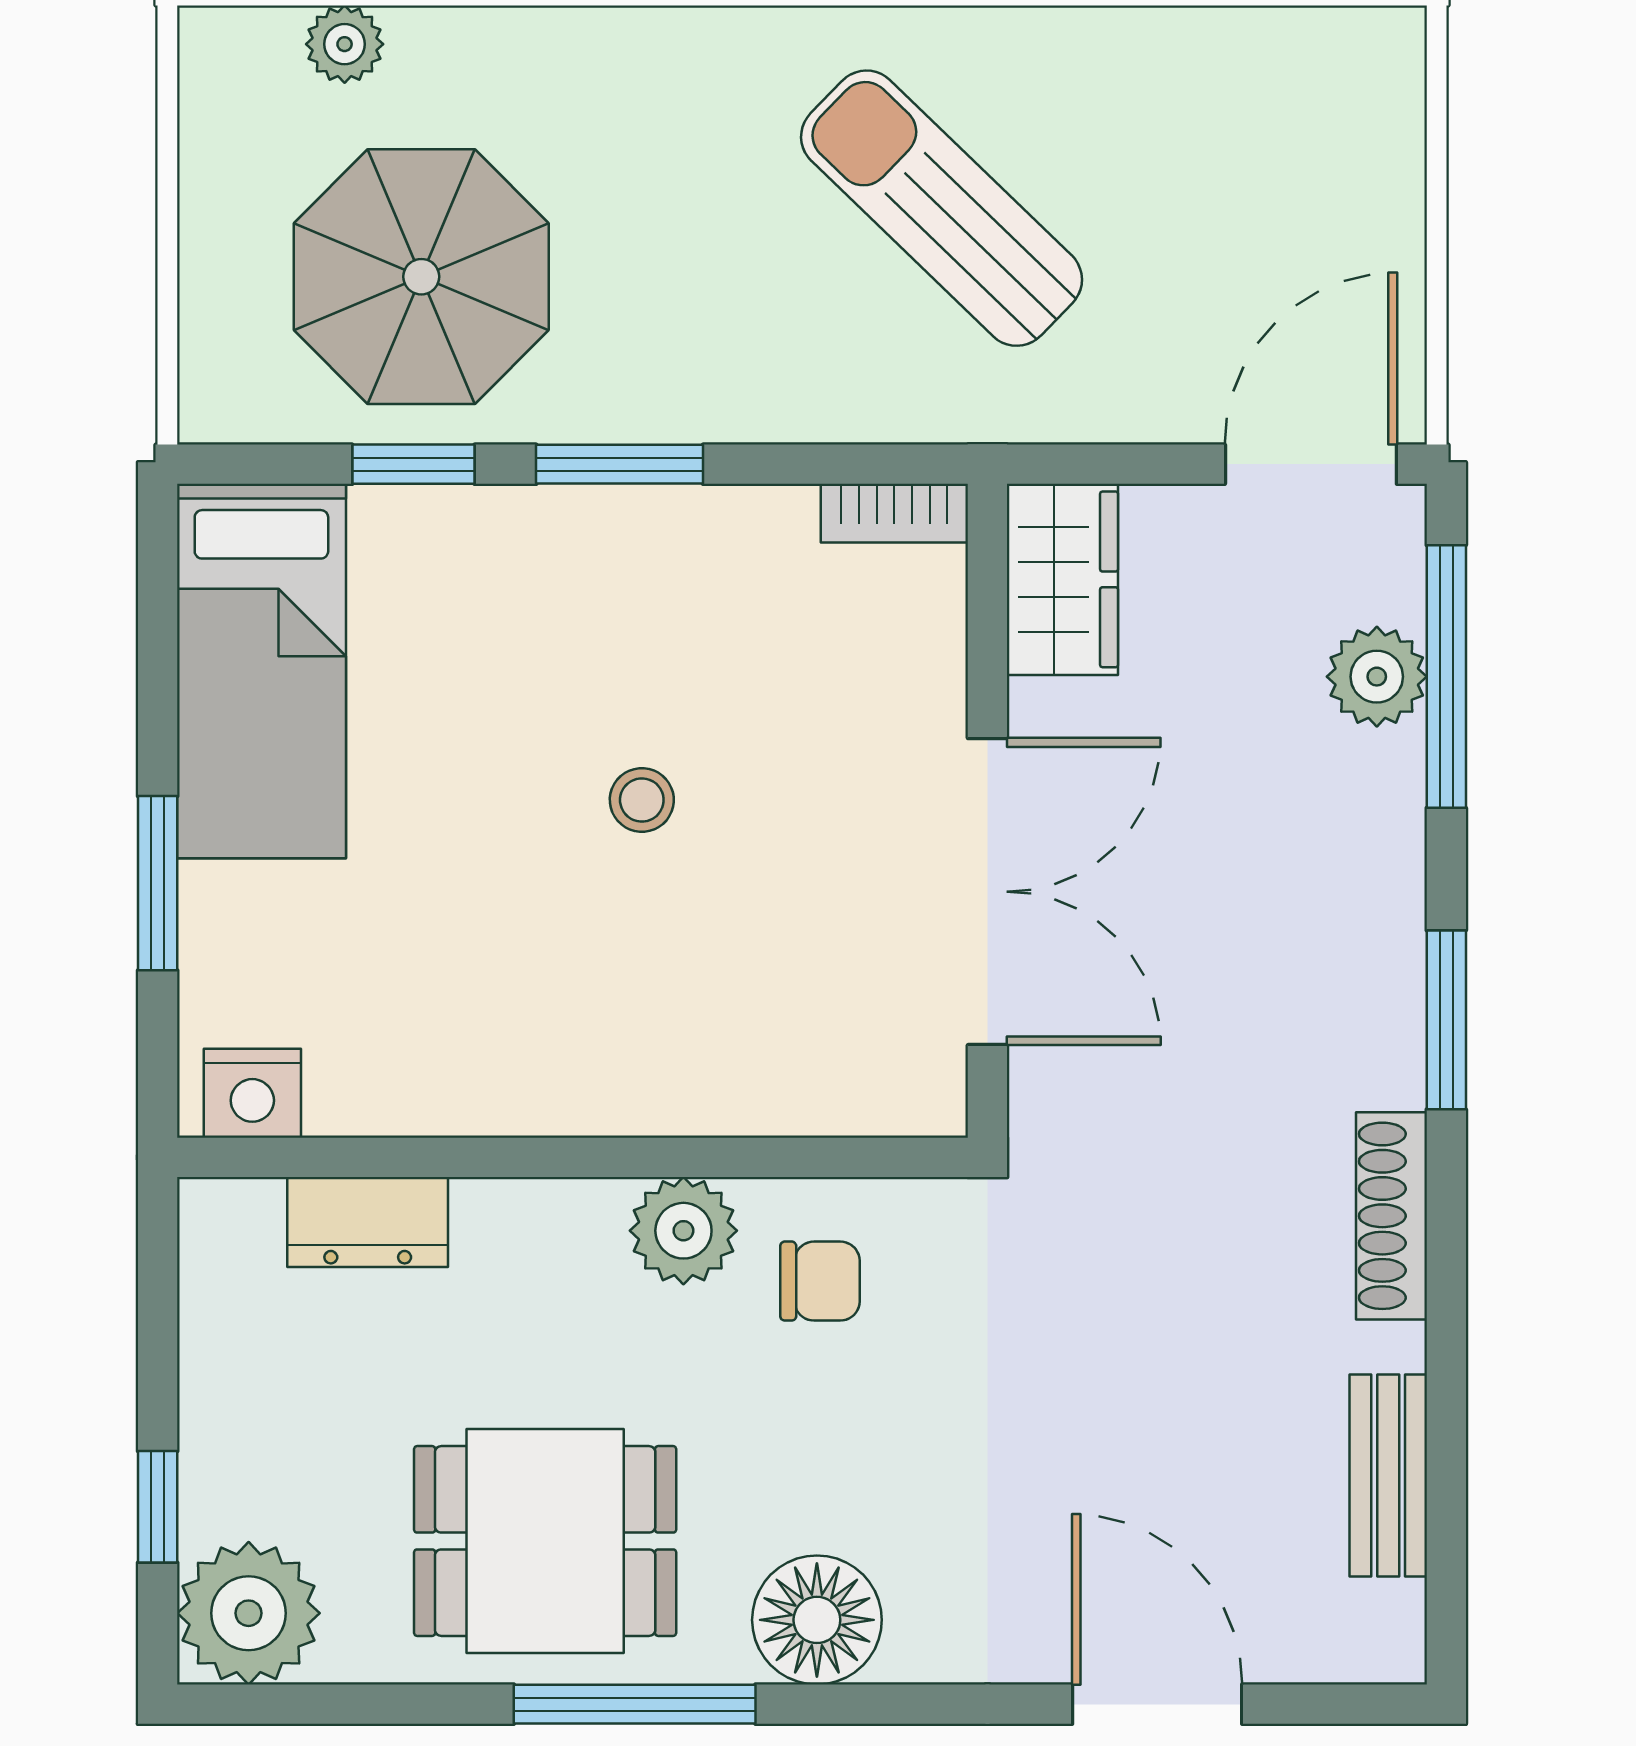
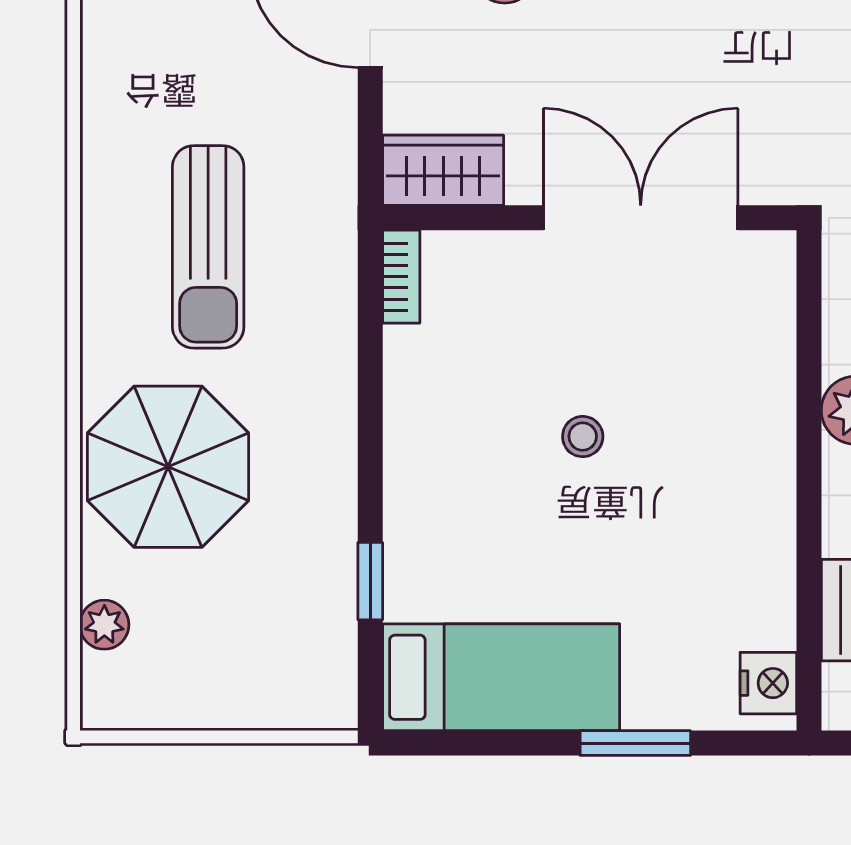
sun lounger: (942, 208) -> (208, 247), turned -44
parasol: (421, 277) -> (168, 467), moved
window: (620, 464) -> (370, 451), removed

